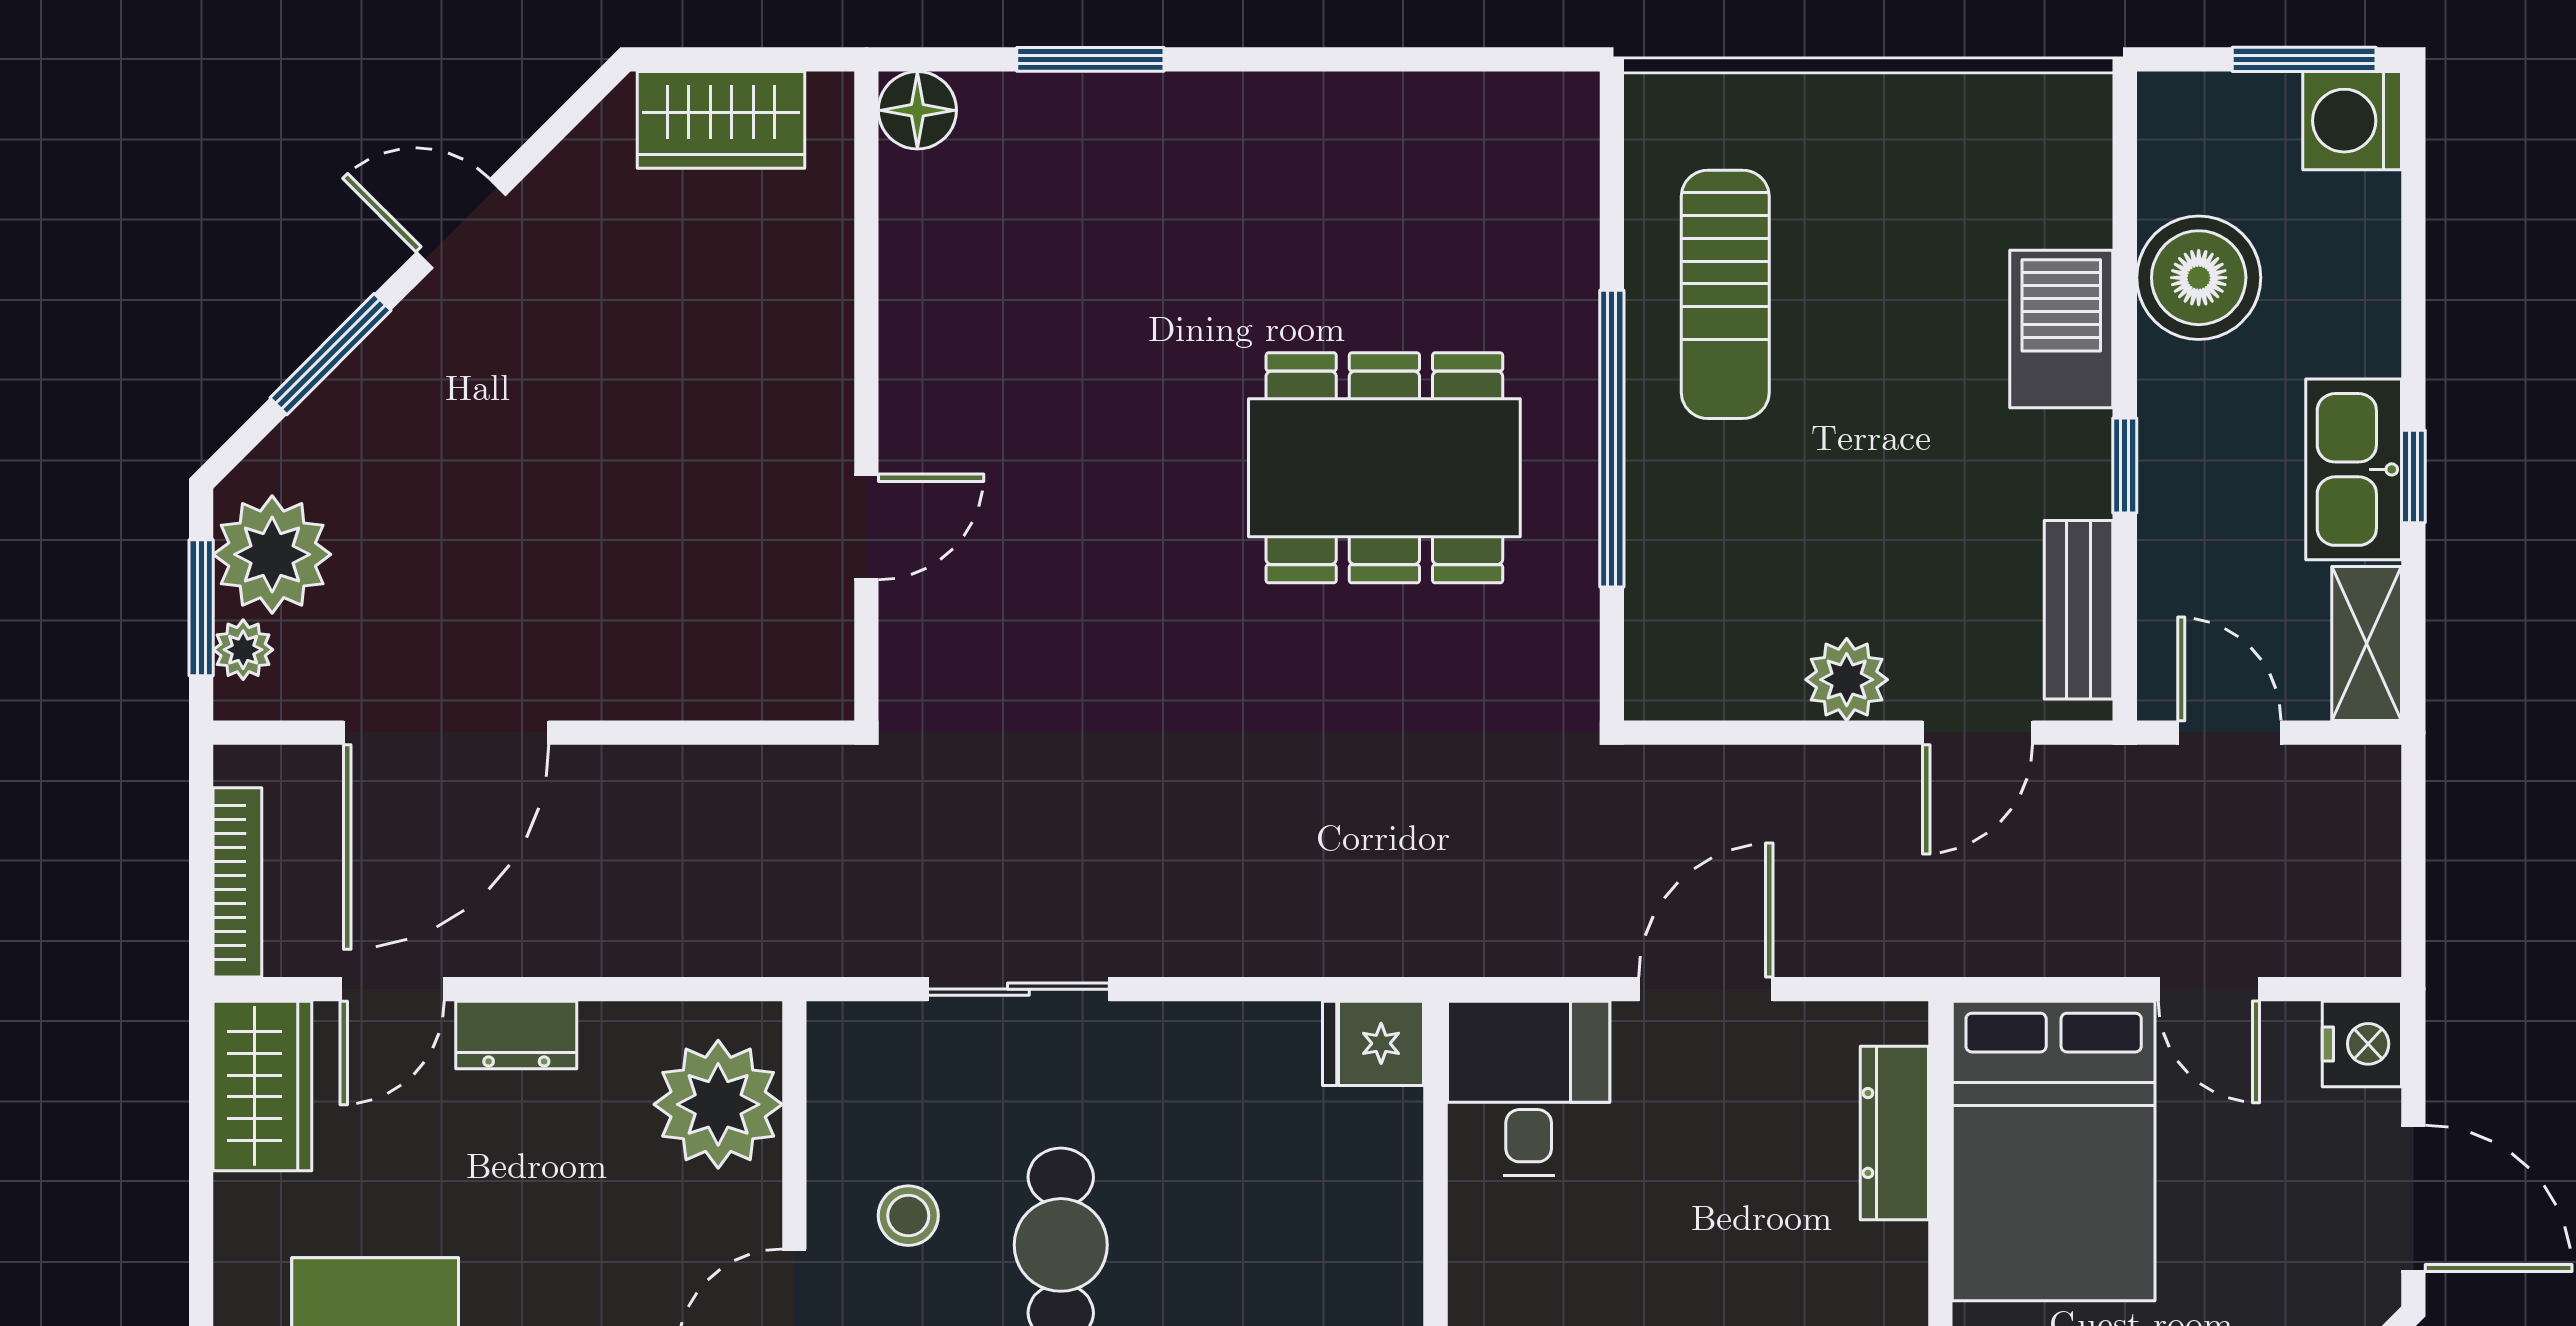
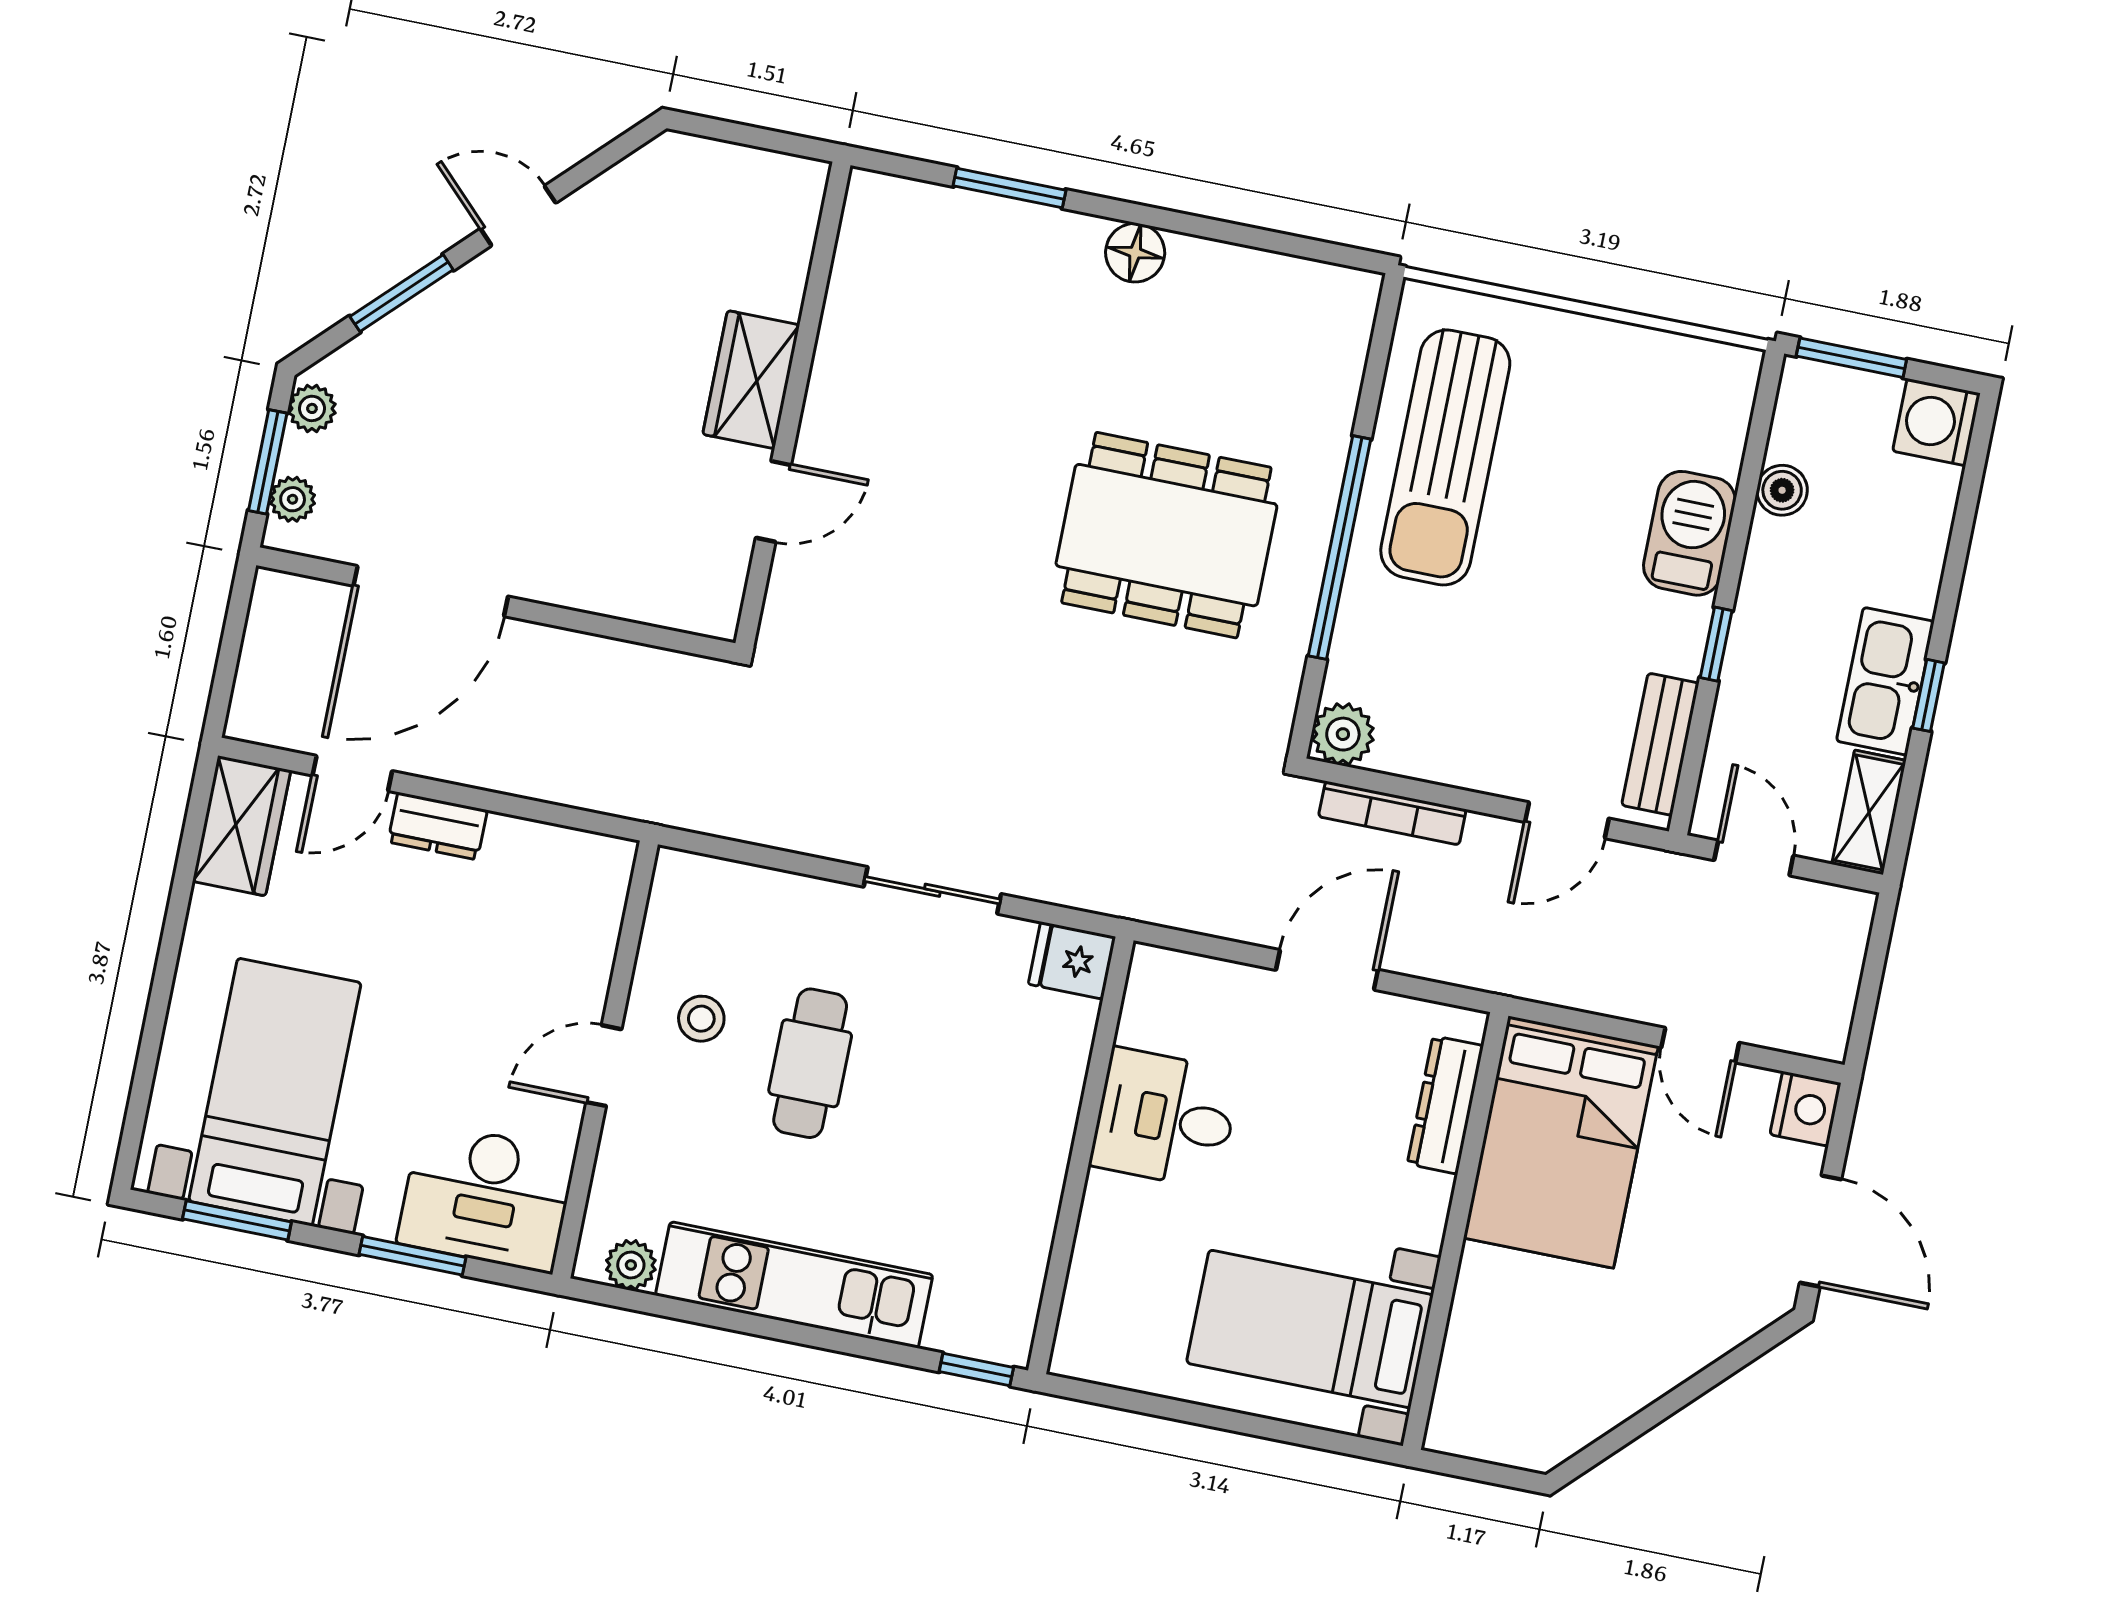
window: (2304, 59) -> (1851, 358), moved
floor lamp: (917, 110) -> (1135, 253), moved
wardrobe: (721, 120) -> (751, 380), moved, turned 90
boiler: (2199, 278) -> (1782, 490), width x0.54, depth x0.54
sun lounger: (1725, 294) -> (1445, 457), width x1.36, depth x1.34
plant: (272, 554) -> (312, 408), width x0.53, depth x0.53
plant: (1847, 680) -> (1343, 734), moved
bookcase: (237, 882) -> (1392, 813), moved, turned 90
sliding door: (1018, 989) -> (932, 890), moved
desk: (1529, 1089) -> (1165, 1118), moved, turned -90
plant: (718, 1104) -> (577, 908), removed

